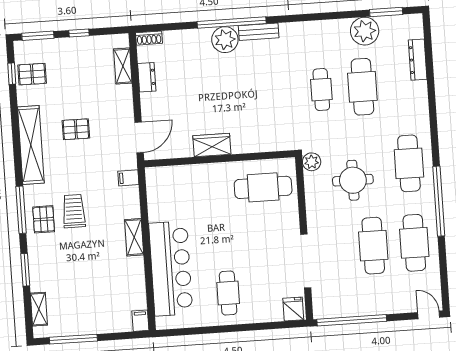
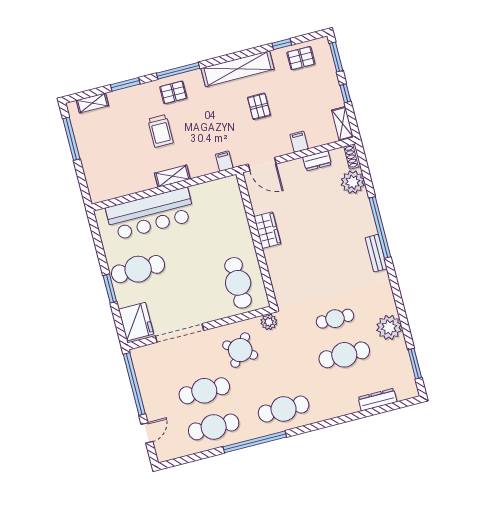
plant: (365, 31) -> (389, 327), moved
plant: (225, 40) -> (353, 182), moved
shelving: (123, 66) -> (342, 124), moved, turned 90
window: (12, 74) -> (282, 44), moved
pallet: (32, 74) -> (301, 58), turned 90
round table: (353, 180) -> (240, 350), moved, turned 35
trolley: (74, 211) -> (161, 131), moved, turned 90
cafe table: (228, 293) -> (138, 269), width x1.37, depth x1.35
fridge: (293, 309) -> (136, 322), width x1.88, depth x1.34
door: (429, 315) -> (147, 433), moved
filing cabinet: (140, 321) -> (299, 142), moved, turned -90
window: (243, 328) -> (110, 288), added

